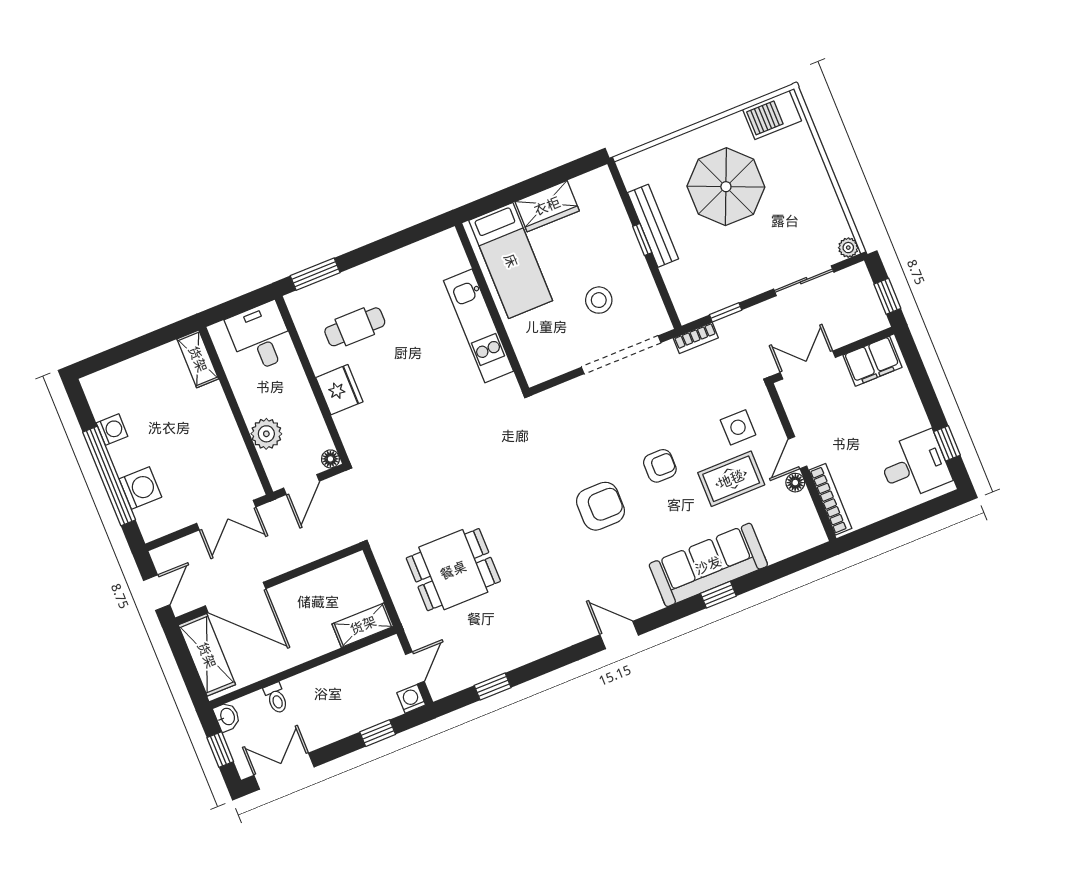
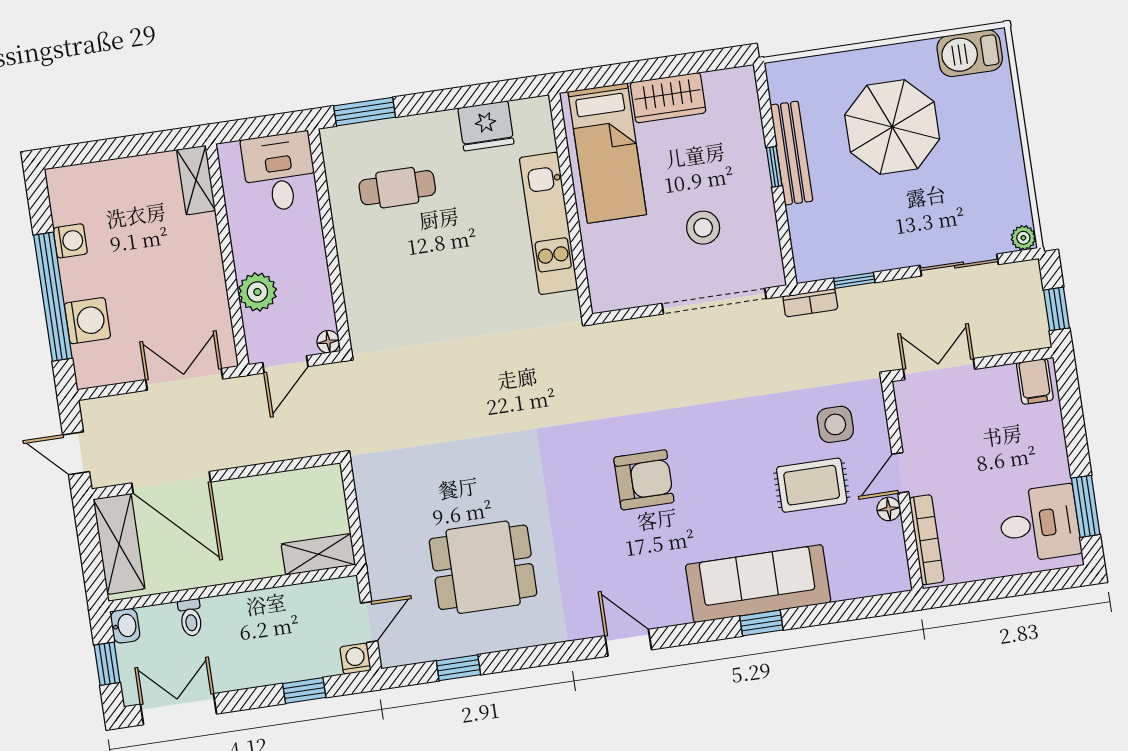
filing cabinet: (872, 361) -> (1035, 381), width x0.50
fridge: (339, 390) -> (486, 126), moved, turned 90
window: (947, 443) -> (1086, 506), width x1.50
armchair: (660, 466) -> (728, 448), removed
double door: (226, 515) -> (184, 379), swing flipped
dining table: (453, 570) -> (483, 567), moved
door: (157, 593) -> (76, 453), swing flipped

